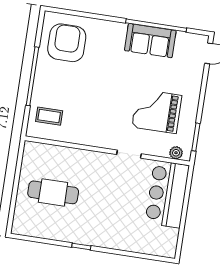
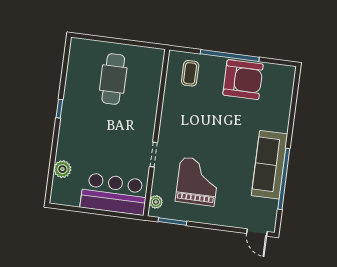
sofa: (150, 41) -> (269, 165), width x1.36
armchair: (67, 43) -> (243, 80), moved
plant: (141, 245) -> (62, 169), added

